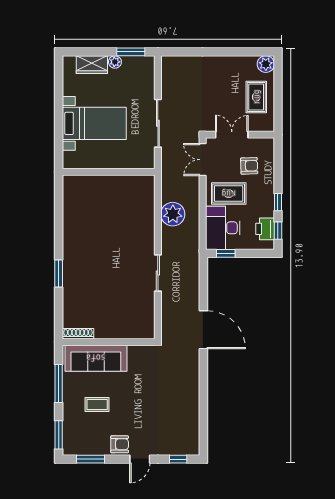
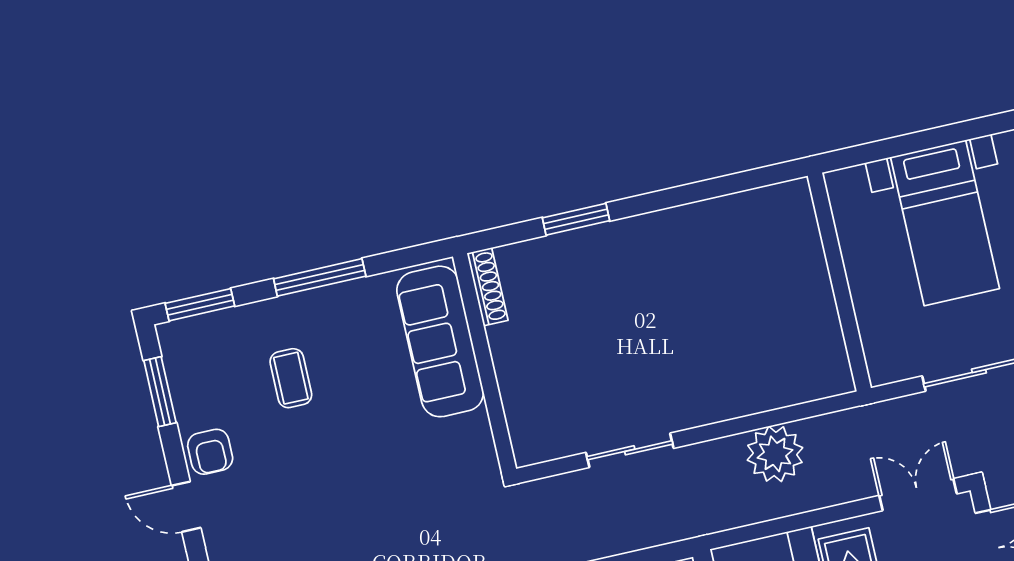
shoe rack: (78, 334) -> (488, 287), moved
wall: (109, 342) -> (484, 363), moved
sofa: (96, 358) -> (440, 341), moved

